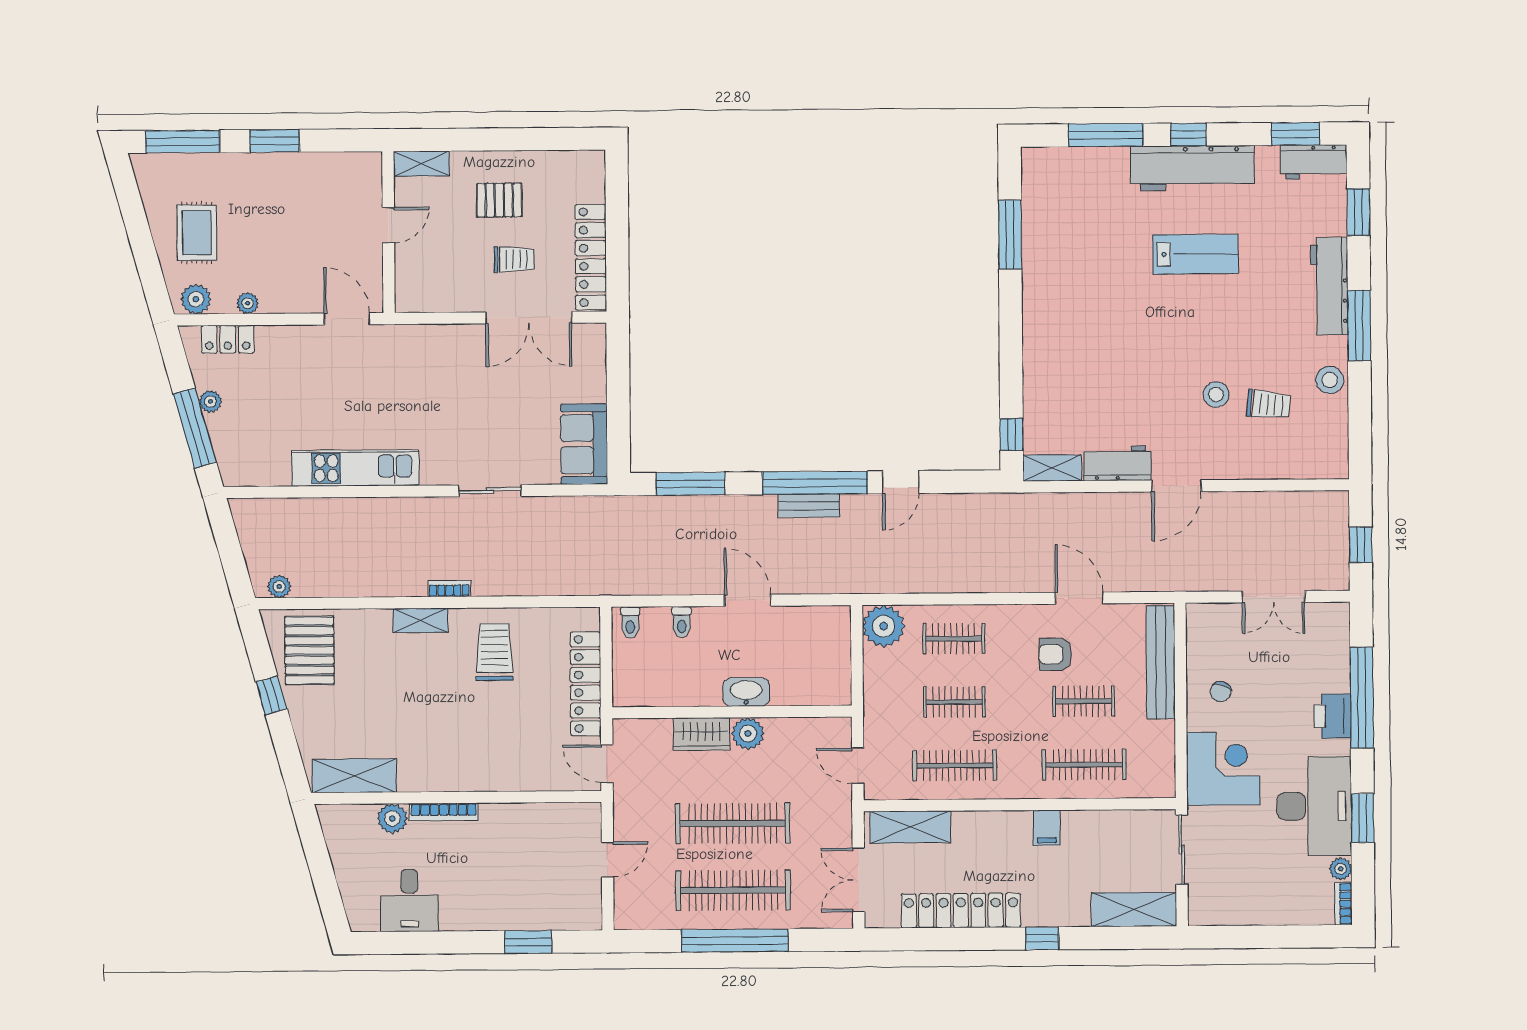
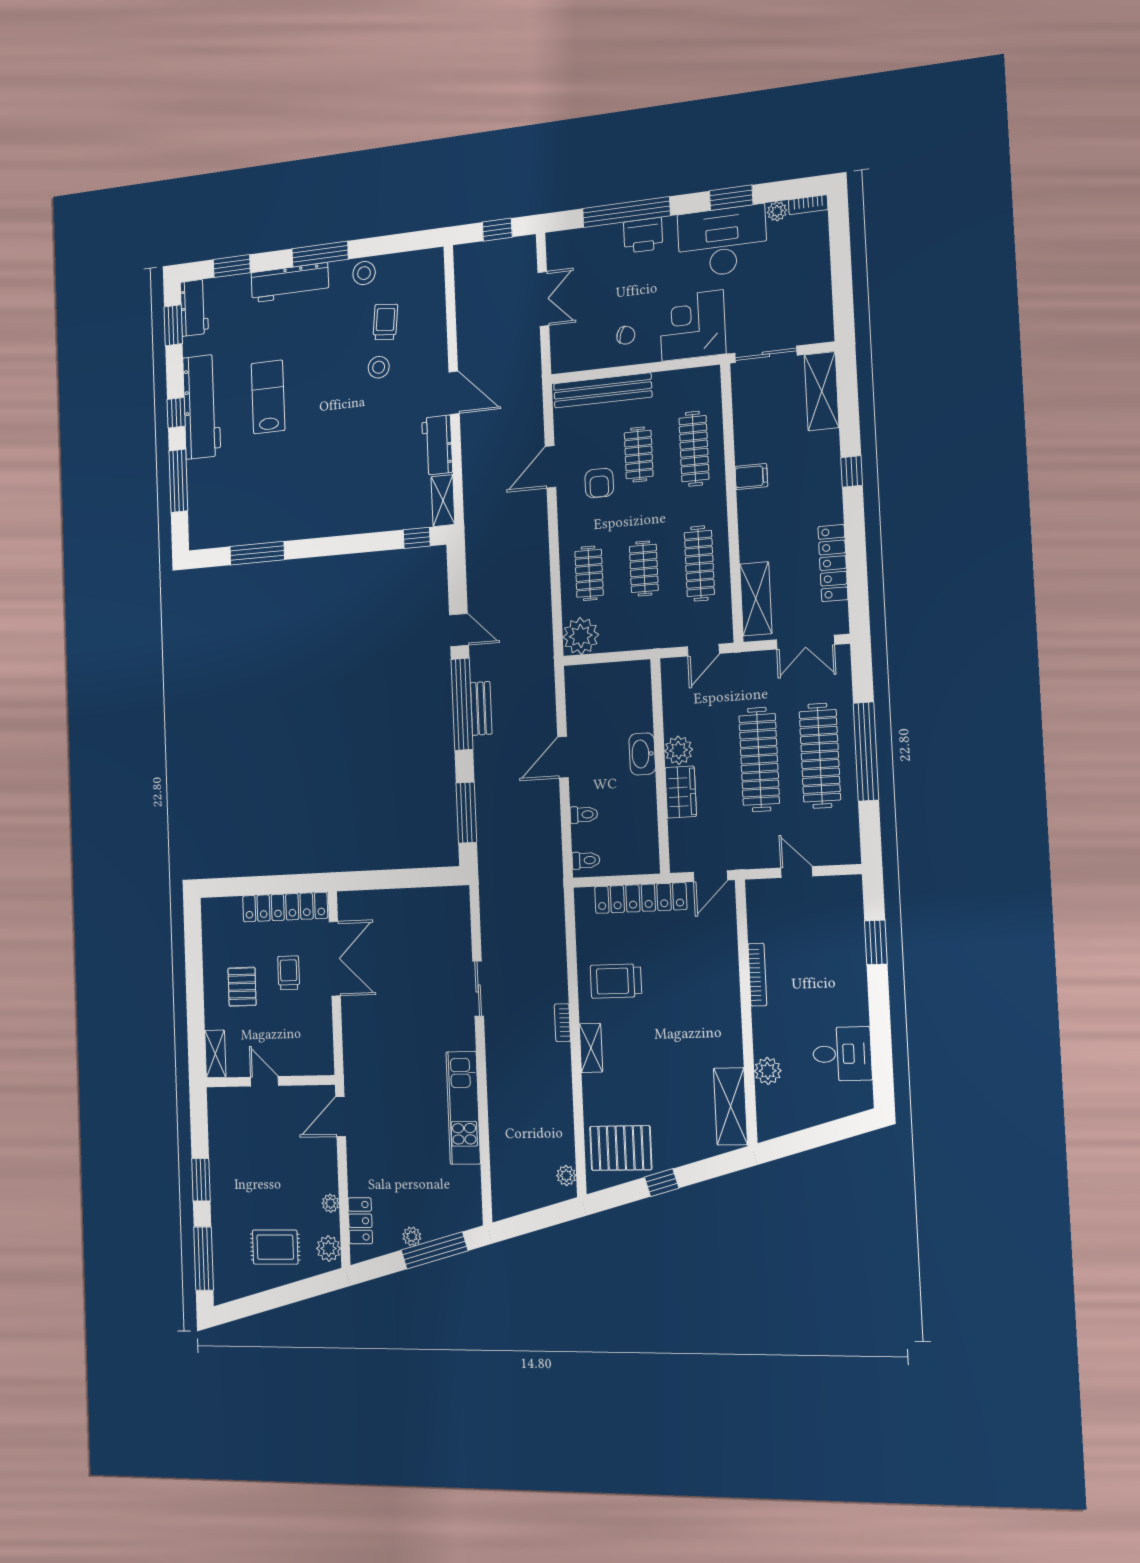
sofa: (584, 444) -> (437, 907), removed
bookcase: (444, 812) -> (757, 975), moved
locker: (961, 911) -> (833, 563), width x0.71, depth x0.83

